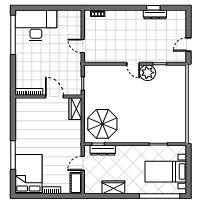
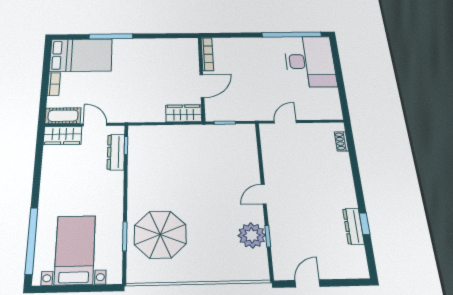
door: (189, 44) -> (308, 283), hinge flipped
plant: (148, 73) -> (252, 235), moved
parasol: (102, 124) -> (160, 235), moved
wardrobe: (113, 187) -> (63, 135), moved, turned 90

